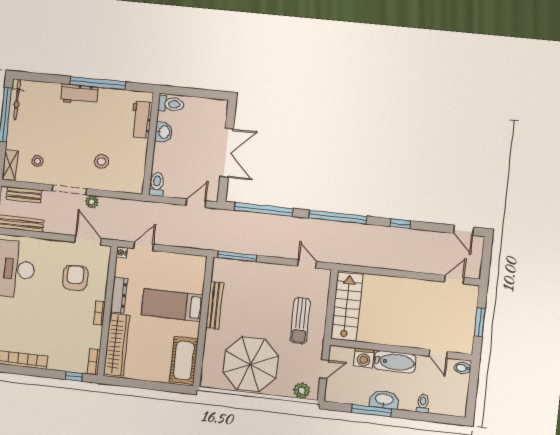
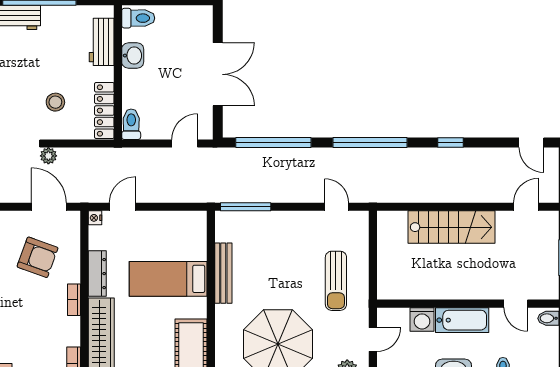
locker: (138, 172) -> (104, 111), added
armchair: (75, 278) -> (38, 257), turned 110
stairs: (347, 307) -> (452, 227), moved, turned 90

